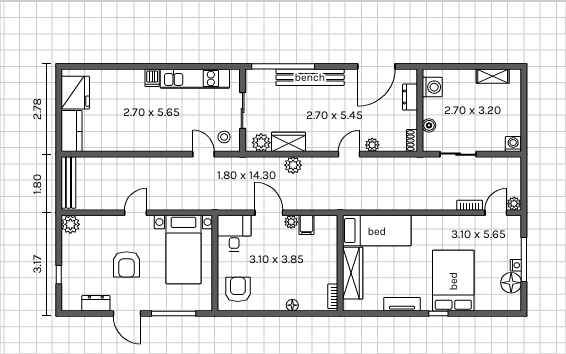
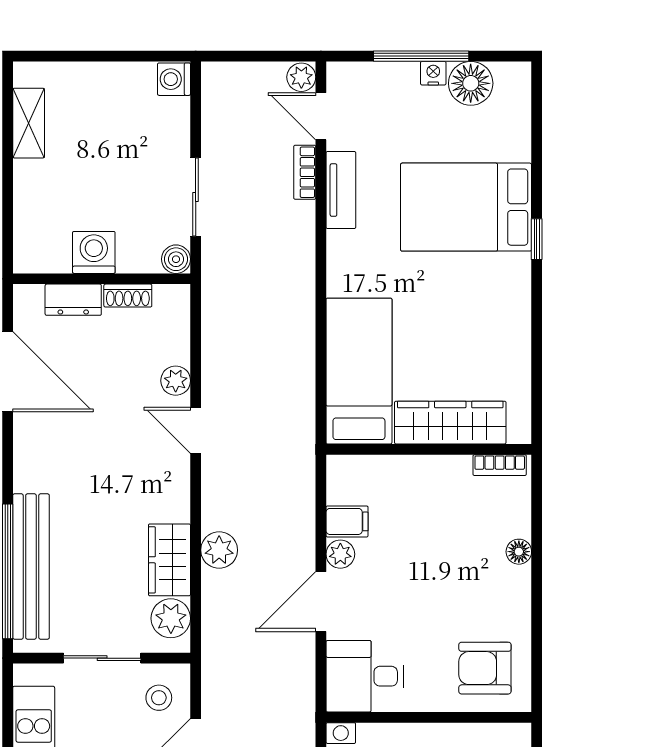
bench: (310, 77) -> (31, 566), moved
washing machine: (432, 87) -> (94, 252), moved
boiler: (429, 125) -> (176, 259), moved
shoe rack: (412, 141) -> (128, 296), moved
tv unit: (402, 304) -> (341, 190), moved, turned 180

